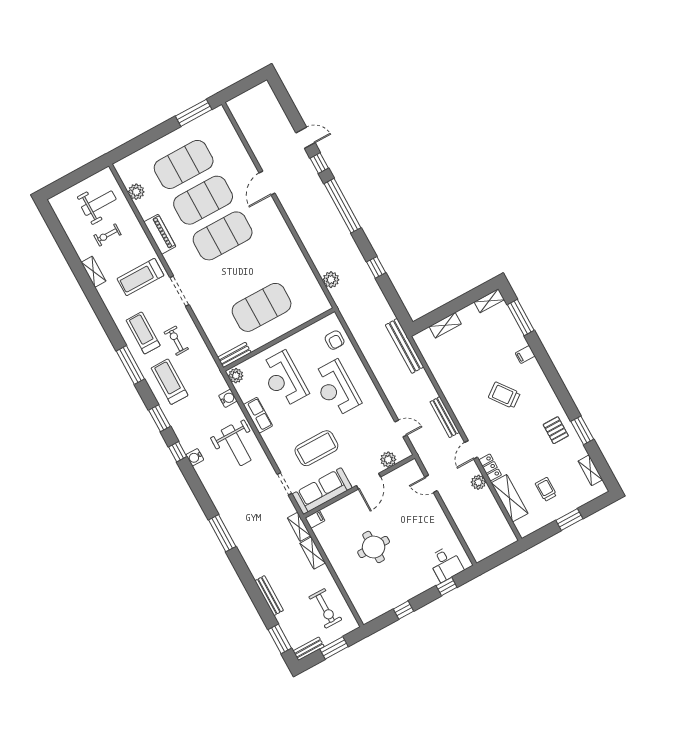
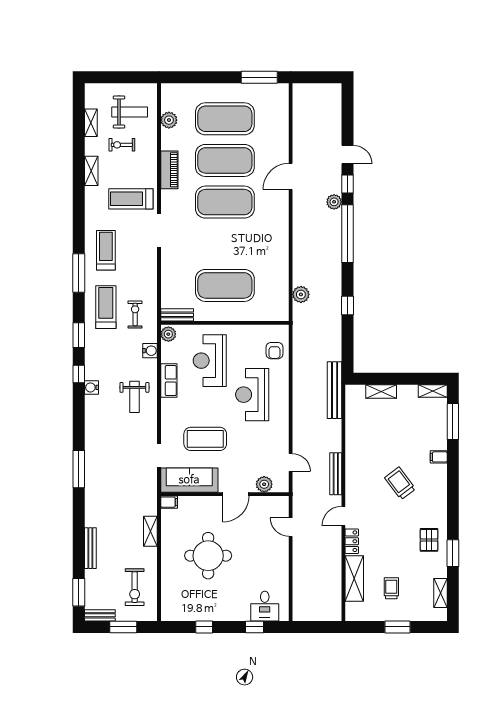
exercise bike: (176, 341) -> (135, 314), moved
weight bench: (236, 445) -> (134, 397), width x0.73, depth x0.75
plant: (478, 482) -> (334, 202), moved
shelving: (299, 527) -> (91, 123), moved
round table: (374, 547) -> (208, 556), width x1.36, depth x1.36

